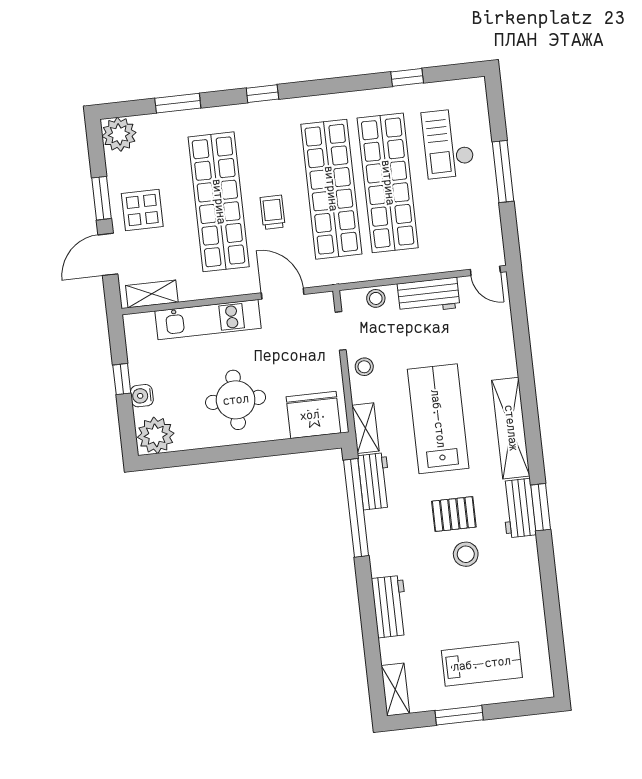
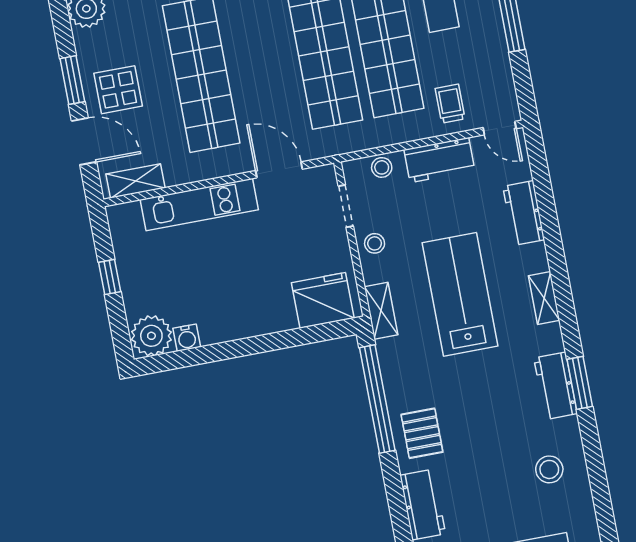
trolley: (273, 212) -> (450, 104), moved
door: (108, 254) -> (84, 141), swing flipped
water cooler: (142, 396) -> (187, 338), moved, turned -90
round table: (236, 400) -> (236, 290), removed
shelving: (511, 428) -> (544, 298), width x0.45, depth x0.75
workbench: (375, 481) -> (524, 213), moved, turned 180
pallet: (454, 514) -> (422, 433), moved, turned 90
stool: (466, 554) -> (549, 469), moved

